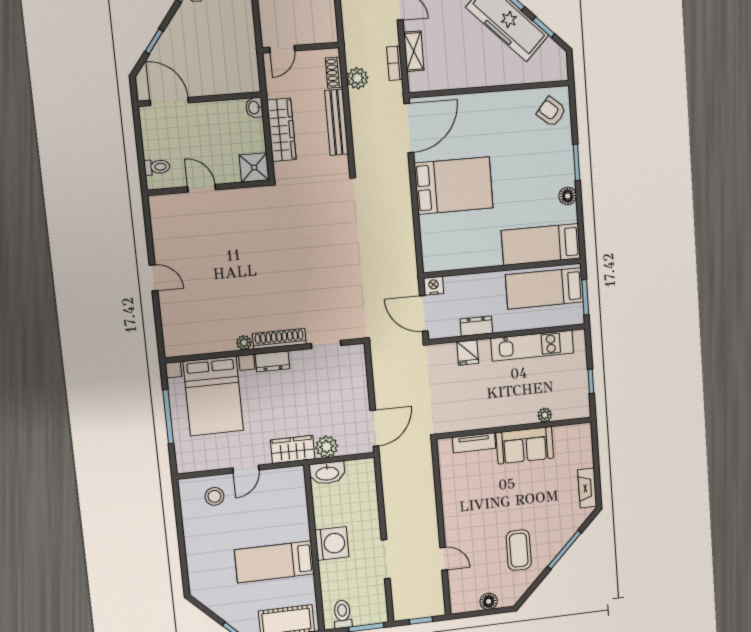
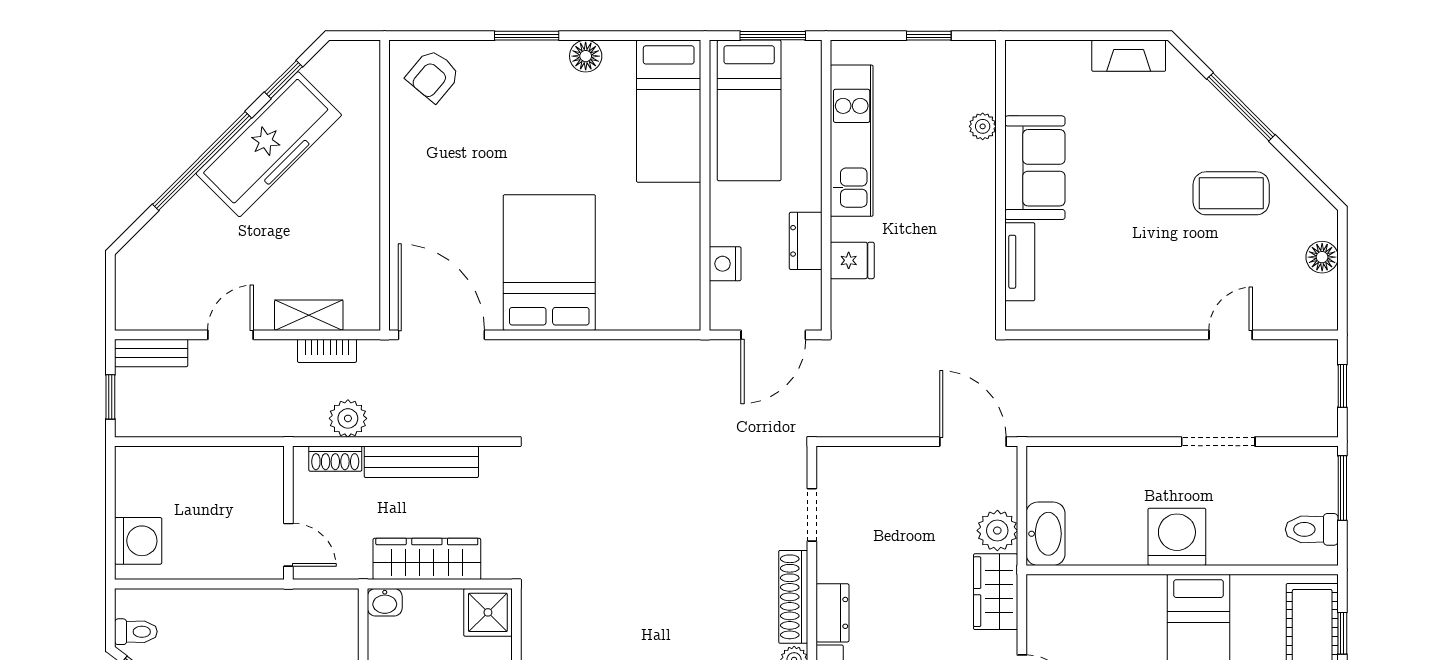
nightstand: (434, 286) -> (725, 264), moved

